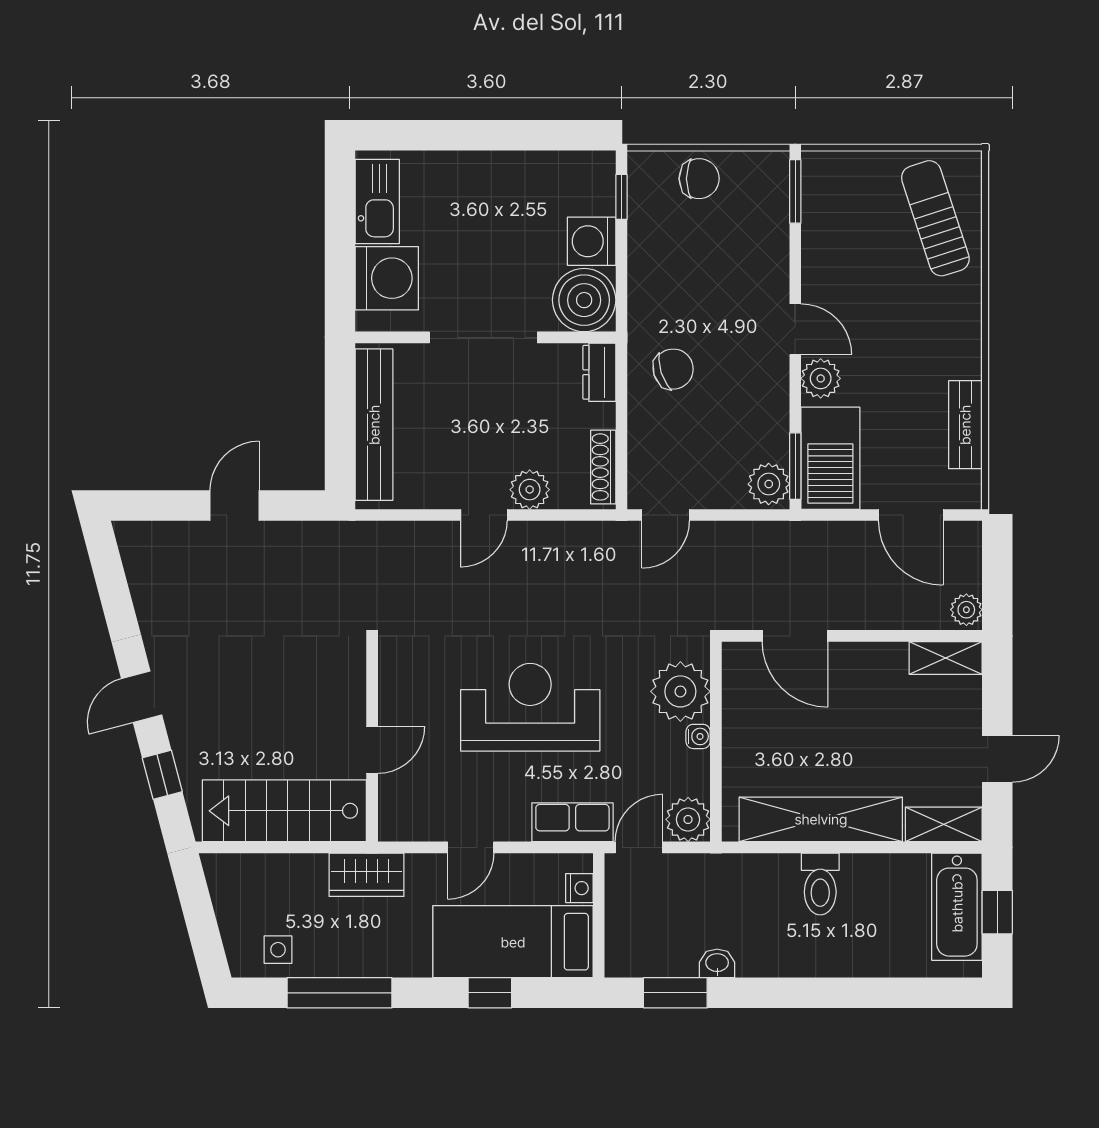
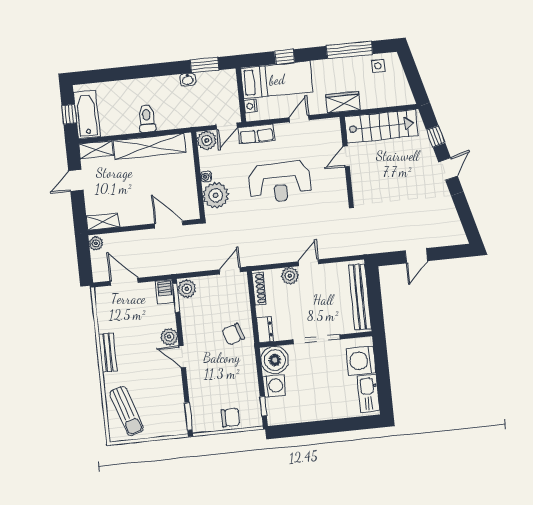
chair: (699, 179) -> (231, 418), turned 180
bench: (965, 425) -> (108, 353), moved
barbecue: (830, 458) -> (165, 292), width x0.53, depth x0.65

